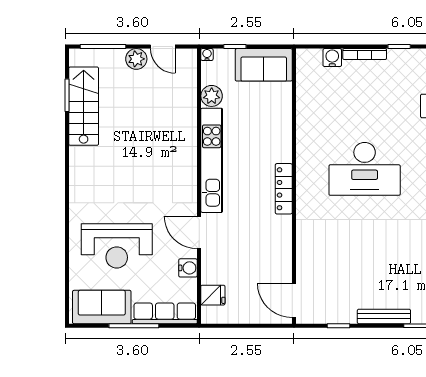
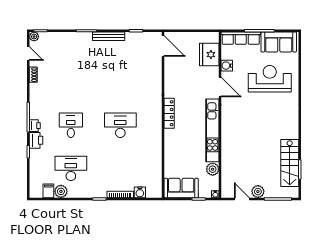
desk: (365, 169) -> (120, 125), width x0.73, depth x0.77
fridge: (213, 295) -> (209, 55), width x1.88, depth x1.34

